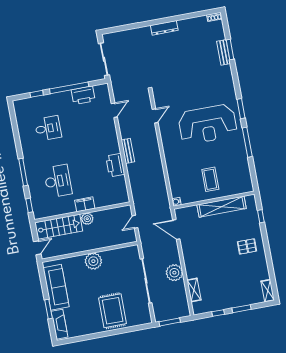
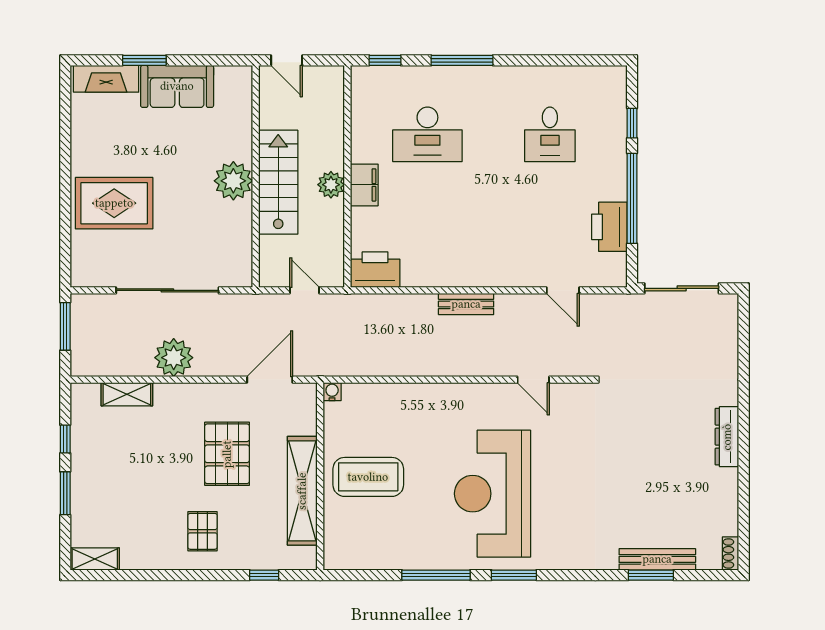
bench: (224, 52) -> (657, 559), width x1.36
printer: (115, 165) -> (375, 270), moved
coffee table: (210, 179) -> (368, 477), width x1.36, depth x1.32
stairs: (59, 227) -> (278, 182), moved, turned 180
pallet: (212, 242) -> (227, 454), added
sofa: (56, 287) -> (177, 86), width x0.73

